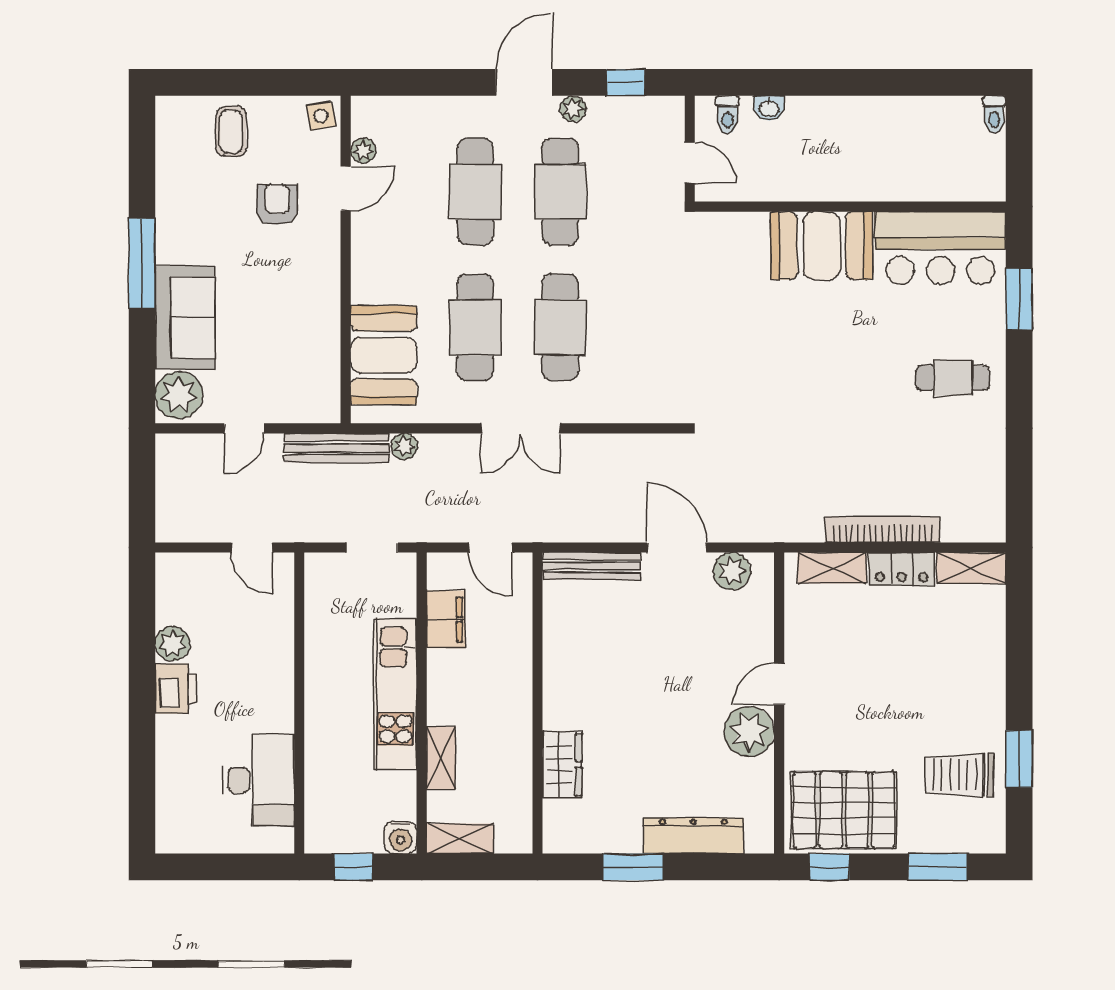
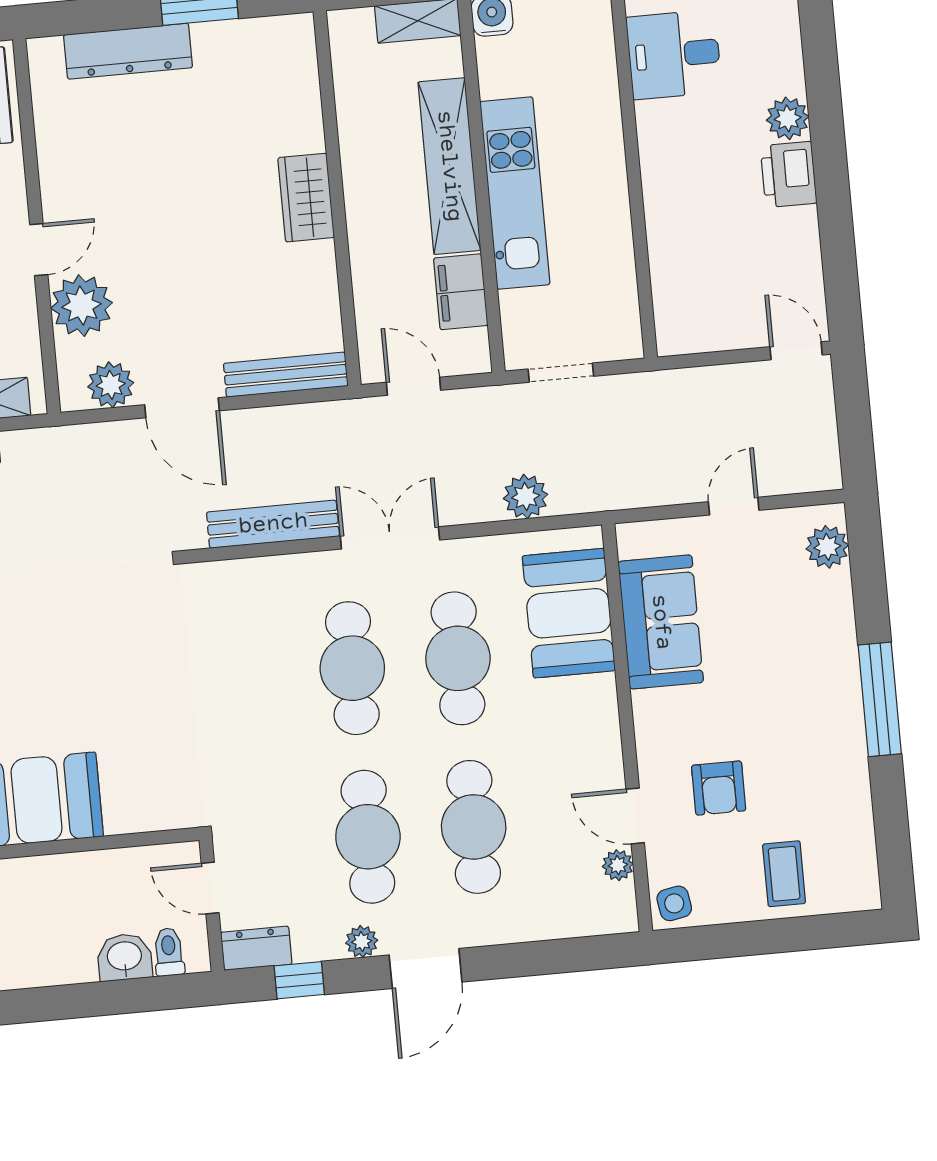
washbasin: (769, 108) -> (125, 957), width x1.38, depth x1.45
dresser: (657, 111) -> (256, 948), added
door: (346, 189) -> (635, 816), hinge flipped
sofa: (185, 318) -> (661, 622), moved, turned 180
plant: (179, 395) -> (827, 547), width x0.73, depth x0.73
plant: (404, 446) -> (526, 497), width x1.38, depth x1.38
bench: (336, 448) -> (273, 524), moved
door: (252, 547) -> (796, 351), moved
plant: (172, 644) -> (788, 118), moved
plant: (749, 731) -> (81, 306), moved
shelving: (441, 758) -> (449, 166), width x2.20, depth x1.33
wardrobe: (562, 764) -> (306, 198), moved
desk: (258, 780) -> (674, 55), width x0.73

